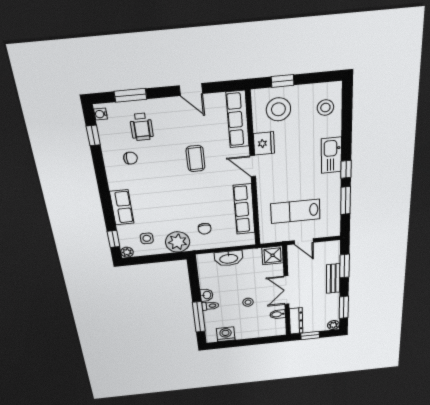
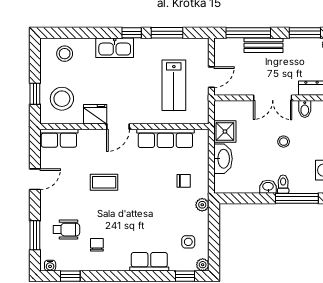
row of seats: (238, 119) -> (59, 138), width x0.68
plant: (178, 242) -> (202, 205), width x0.53, depth x0.53
shower: (273, 255) -> (225, 132), moved
window: (344, 266) -> (248, 33), width x1.44

